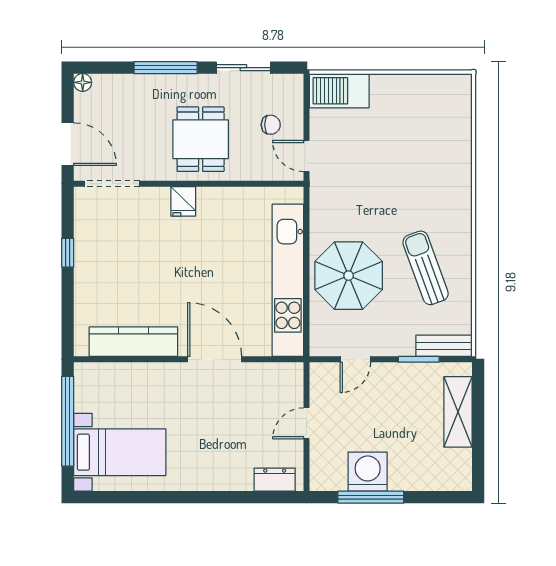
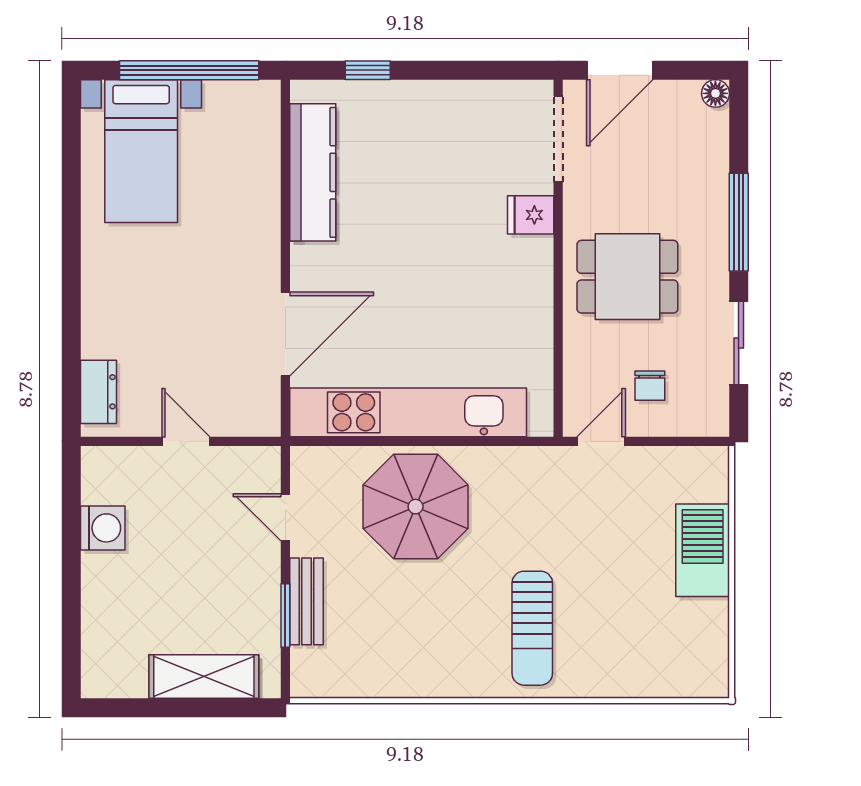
barbecue: (339, 91) -> (703, 550), moved
fridge: (183, 201) -> (531, 215), moved
window: (68, 253) -> (368, 70), moved
sun lounger: (426, 268) -> (532, 628), moved, turned 110
bench: (444, 346) -> (307, 601), moved
door: (215, 359) -> (285, 334), moved
washing machine: (368, 472) -> (103, 528), width x0.73, depth x0.73
window: (371, 497) -> (71, 541), removed

